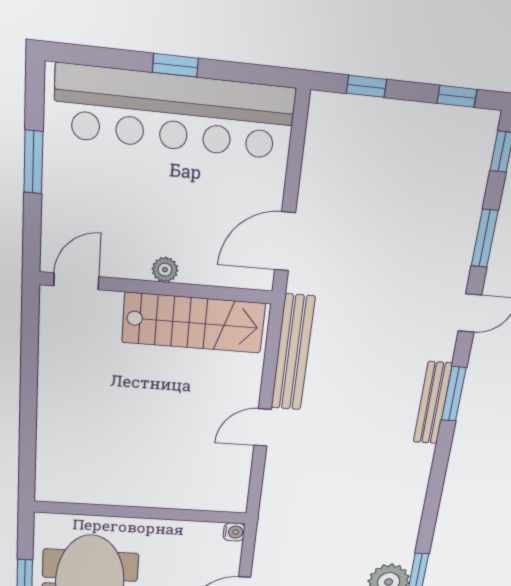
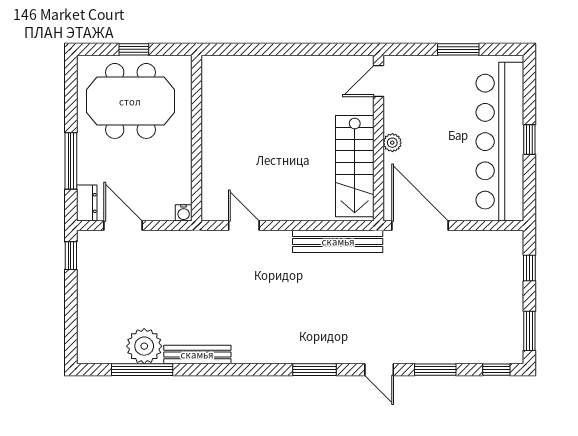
window: (457, 96) -> (529, 331), width x1.50
door: (285, 241) -> (420, 226), width x1.36
door: (76, 281) -> (378, 81), swing flipped
bench: (433, 403) -> (197, 354), moved
door: (263, 428) -> (244, 226), moved

